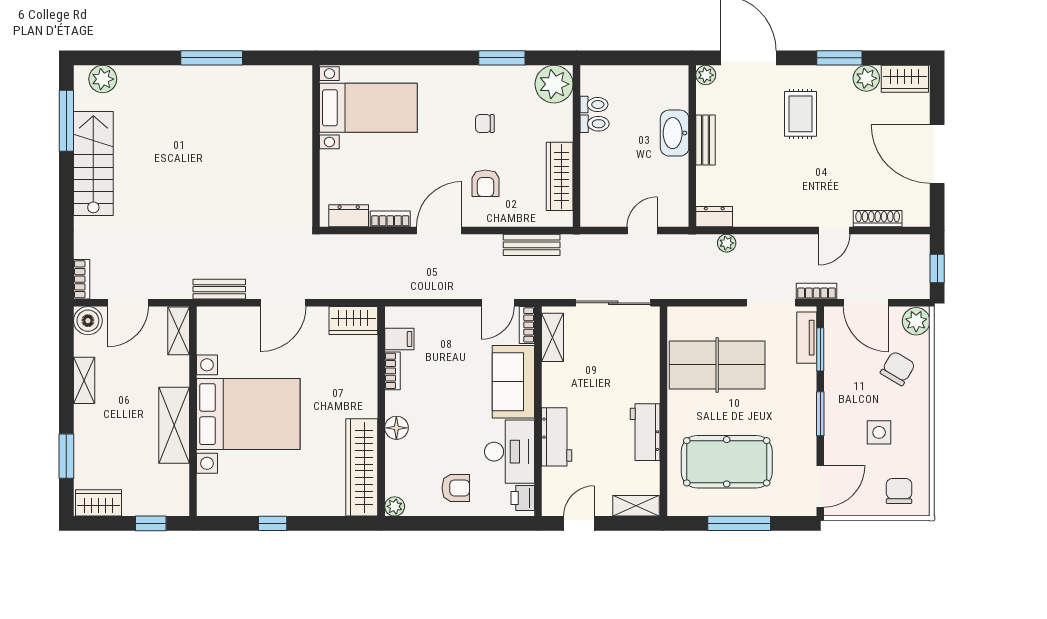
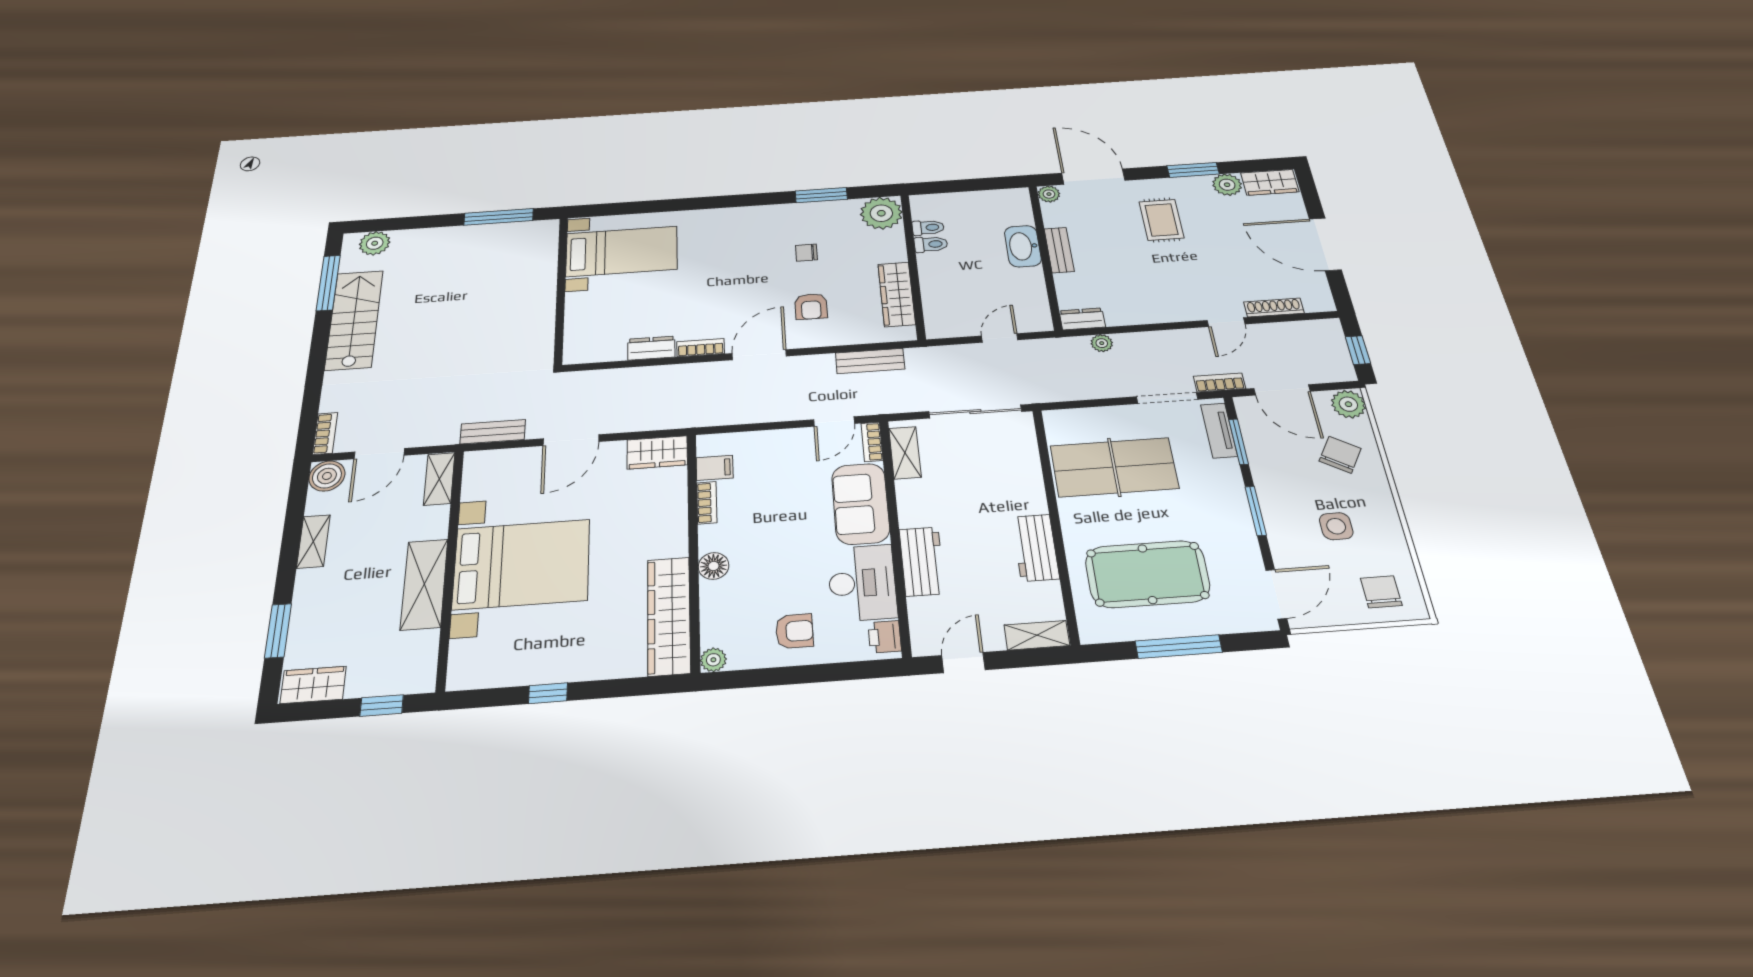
bed with nightstands: (368, 108) -> (622, 251), moved
wall: (316, 146) -> (561, 290), moved

